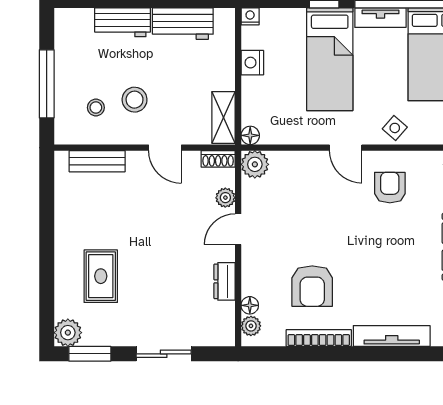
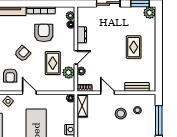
plant: (255, 164) -> (69, 72), moved
rug: (292, 216) -> (53, 63), added
armchair: (361, 238) -> (23, 54), added
rug: (101, 276) -> (134, 47), moved

